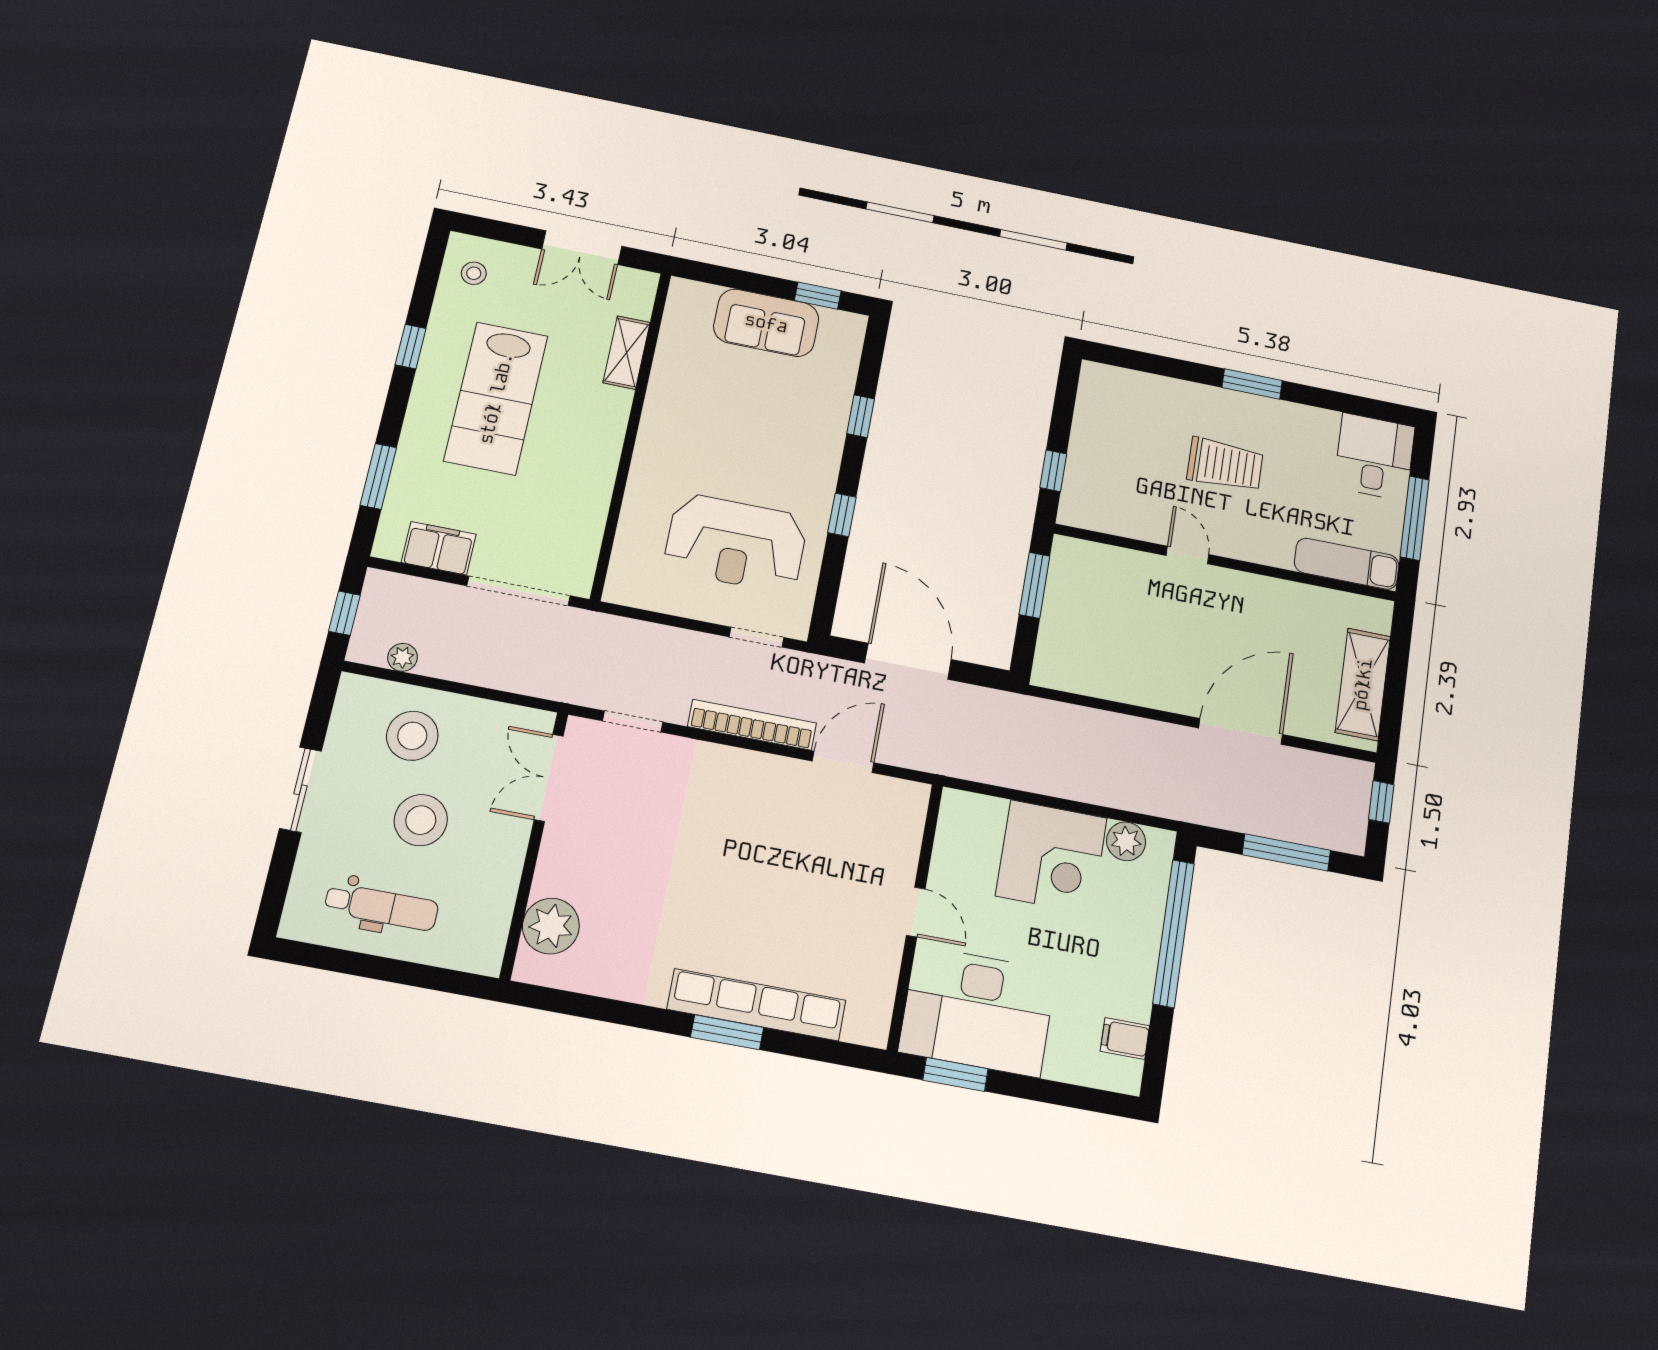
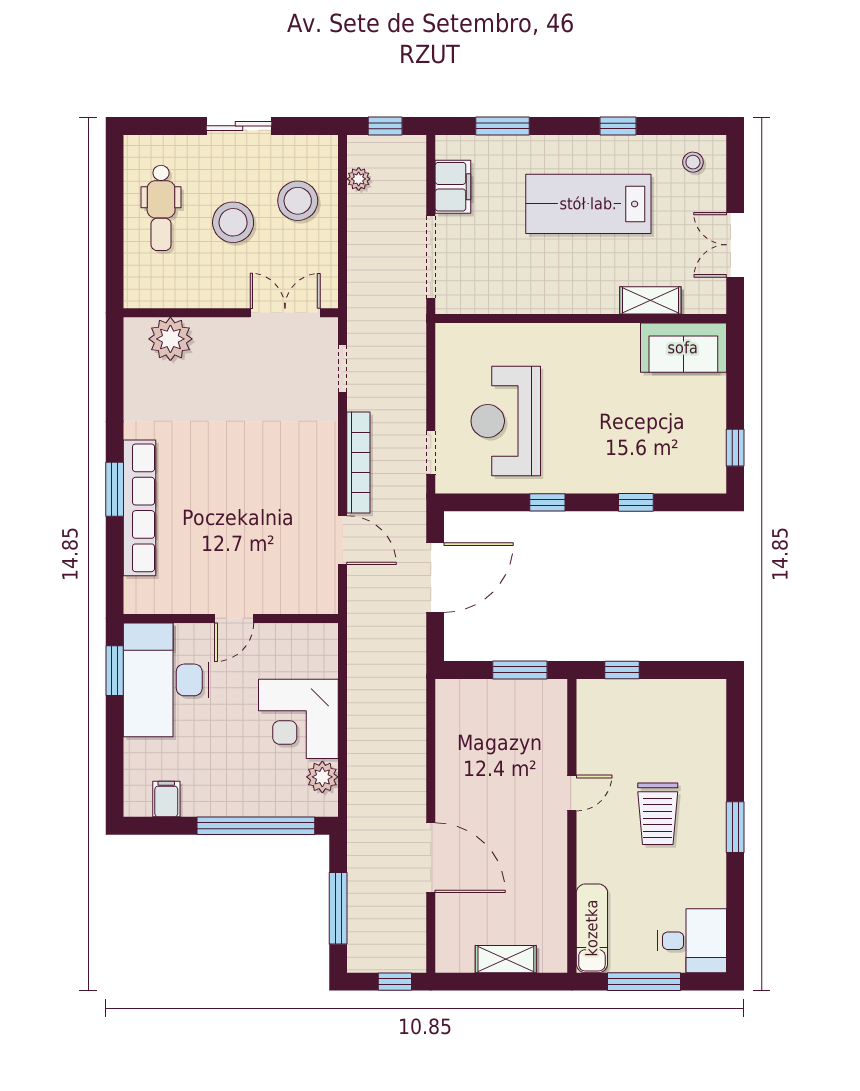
sofa: (766, 323) -> (683, 348), moved, turned -90
shelving: (1363, 684) -> (506, 959), width x0.67, depth x0.75

